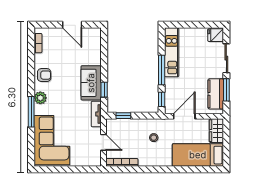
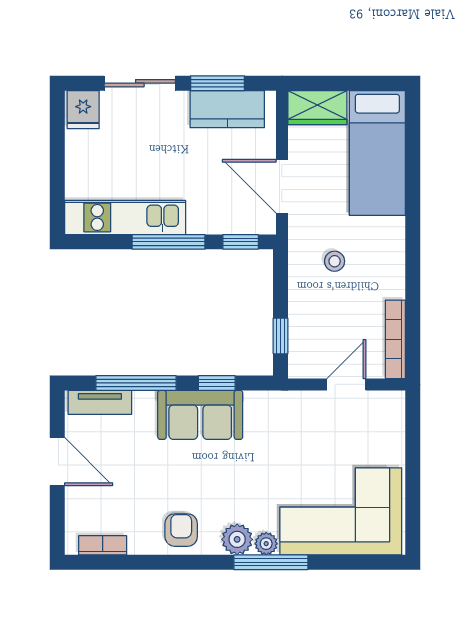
door: (72, 25) -> (57, 462), hinge flipped
window: (104, 57) -> (136, 383), added
plant: (39, 110) -> (266, 544), added
tv unit: (96, 114) -> (100, 402), moved

